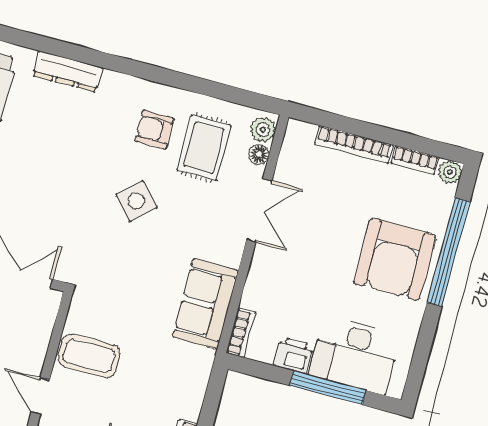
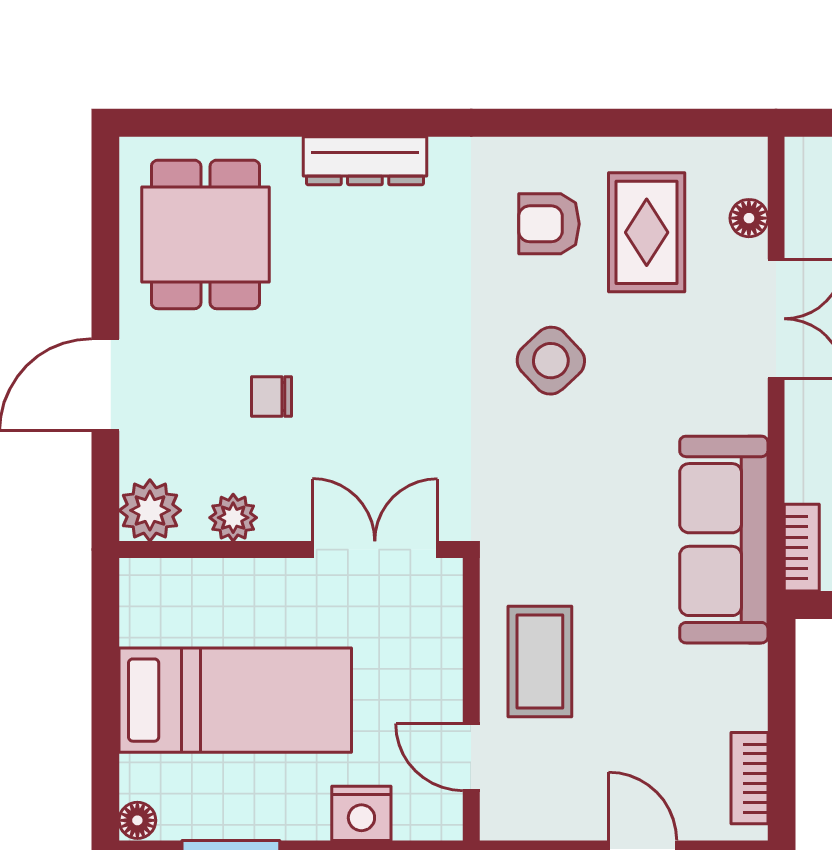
plant: (263, 130) -> (744, 171), removed
sofa: (205, 304) -> (724, 540), width x1.36
coffee table: (89, 356) -> (540, 662), turned 90

